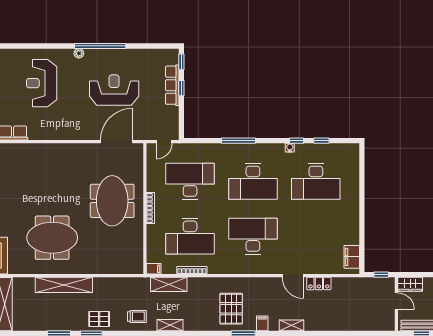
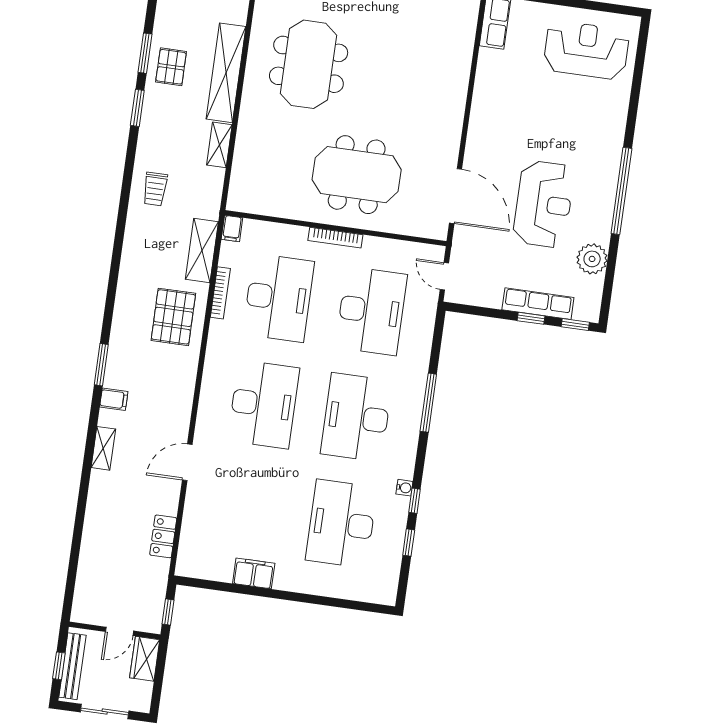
plant: (79, 53) -> (592, 259), moved, width x1.87, depth x1.87
reception desk: (42, 83) -> (586, 50), moved
desk: (190, 236) -> (278, 298), turned 180
filing cabinet: (352, 257) -> (254, 573), moved
locker: (319, 284) -> (163, 536), moved
pallet: (231, 309) -> (173, 317), moved, turned 90
pallet: (99, 319) -> (171, 67), moved
shelving: (170, 325) -> (219, 145), moved

